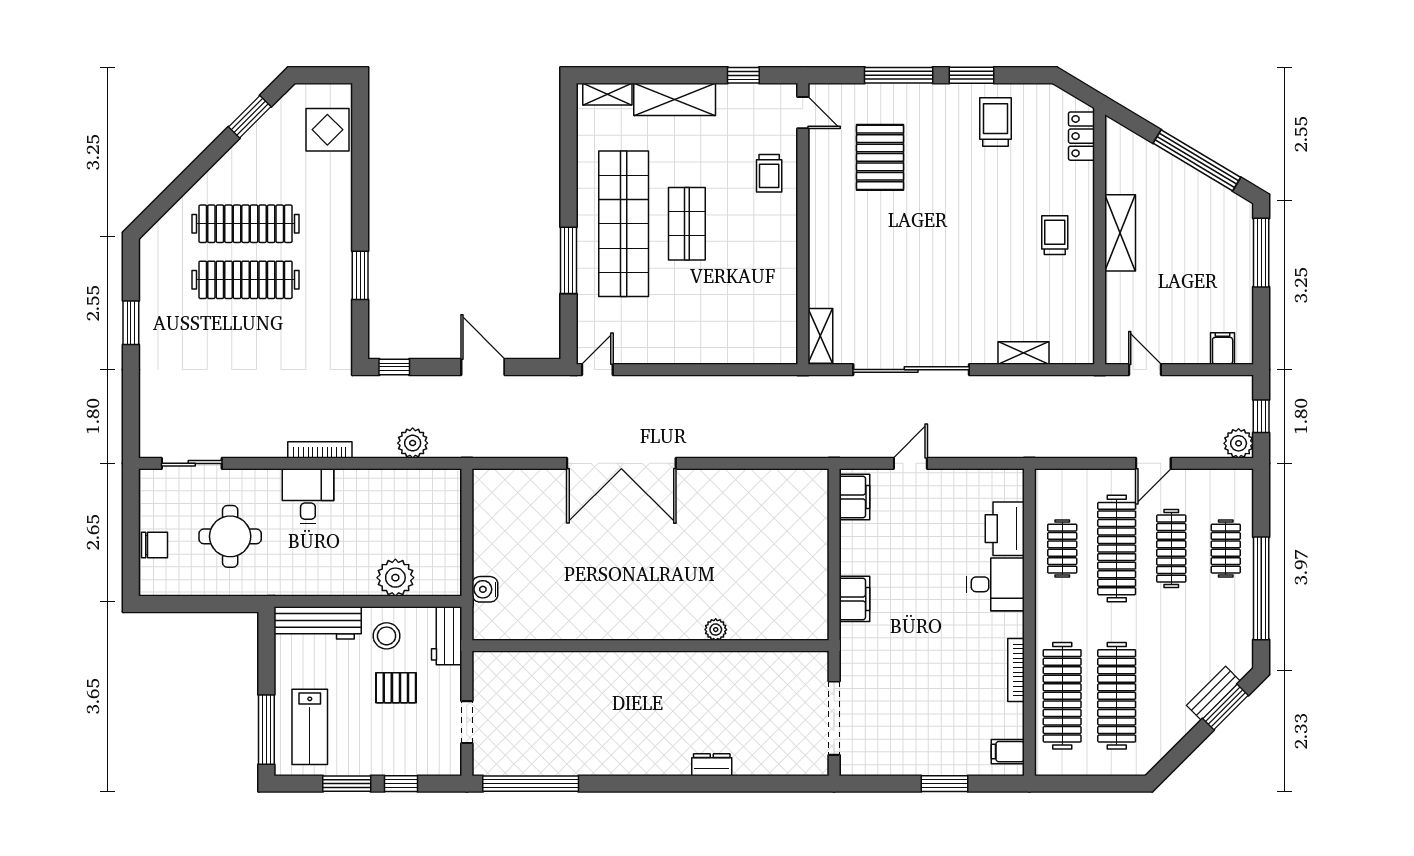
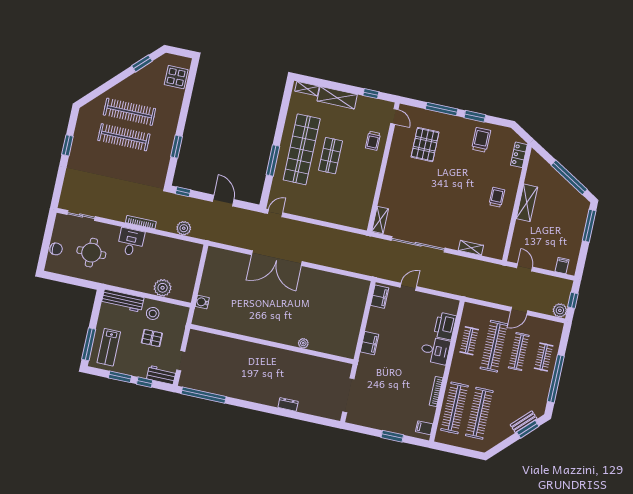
workbench: (447, 636) -> (161, 375), moved, turned 90

